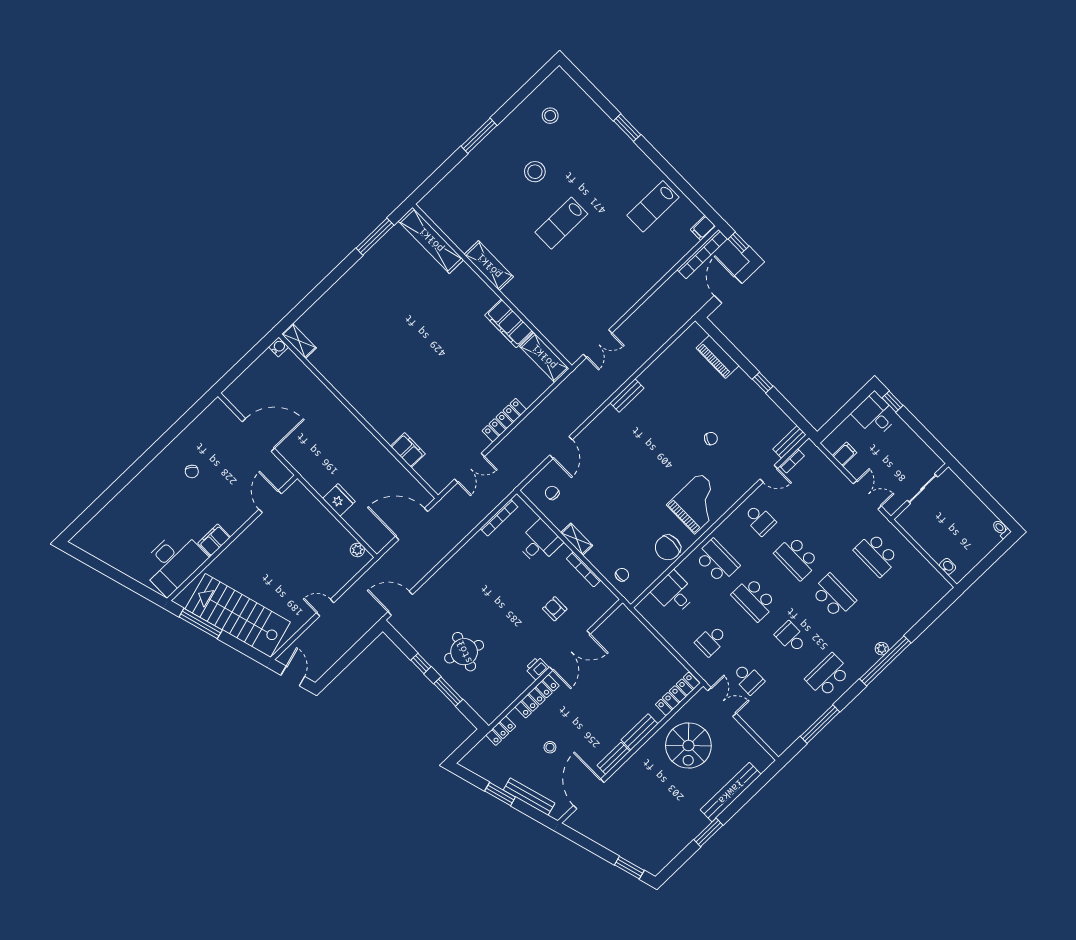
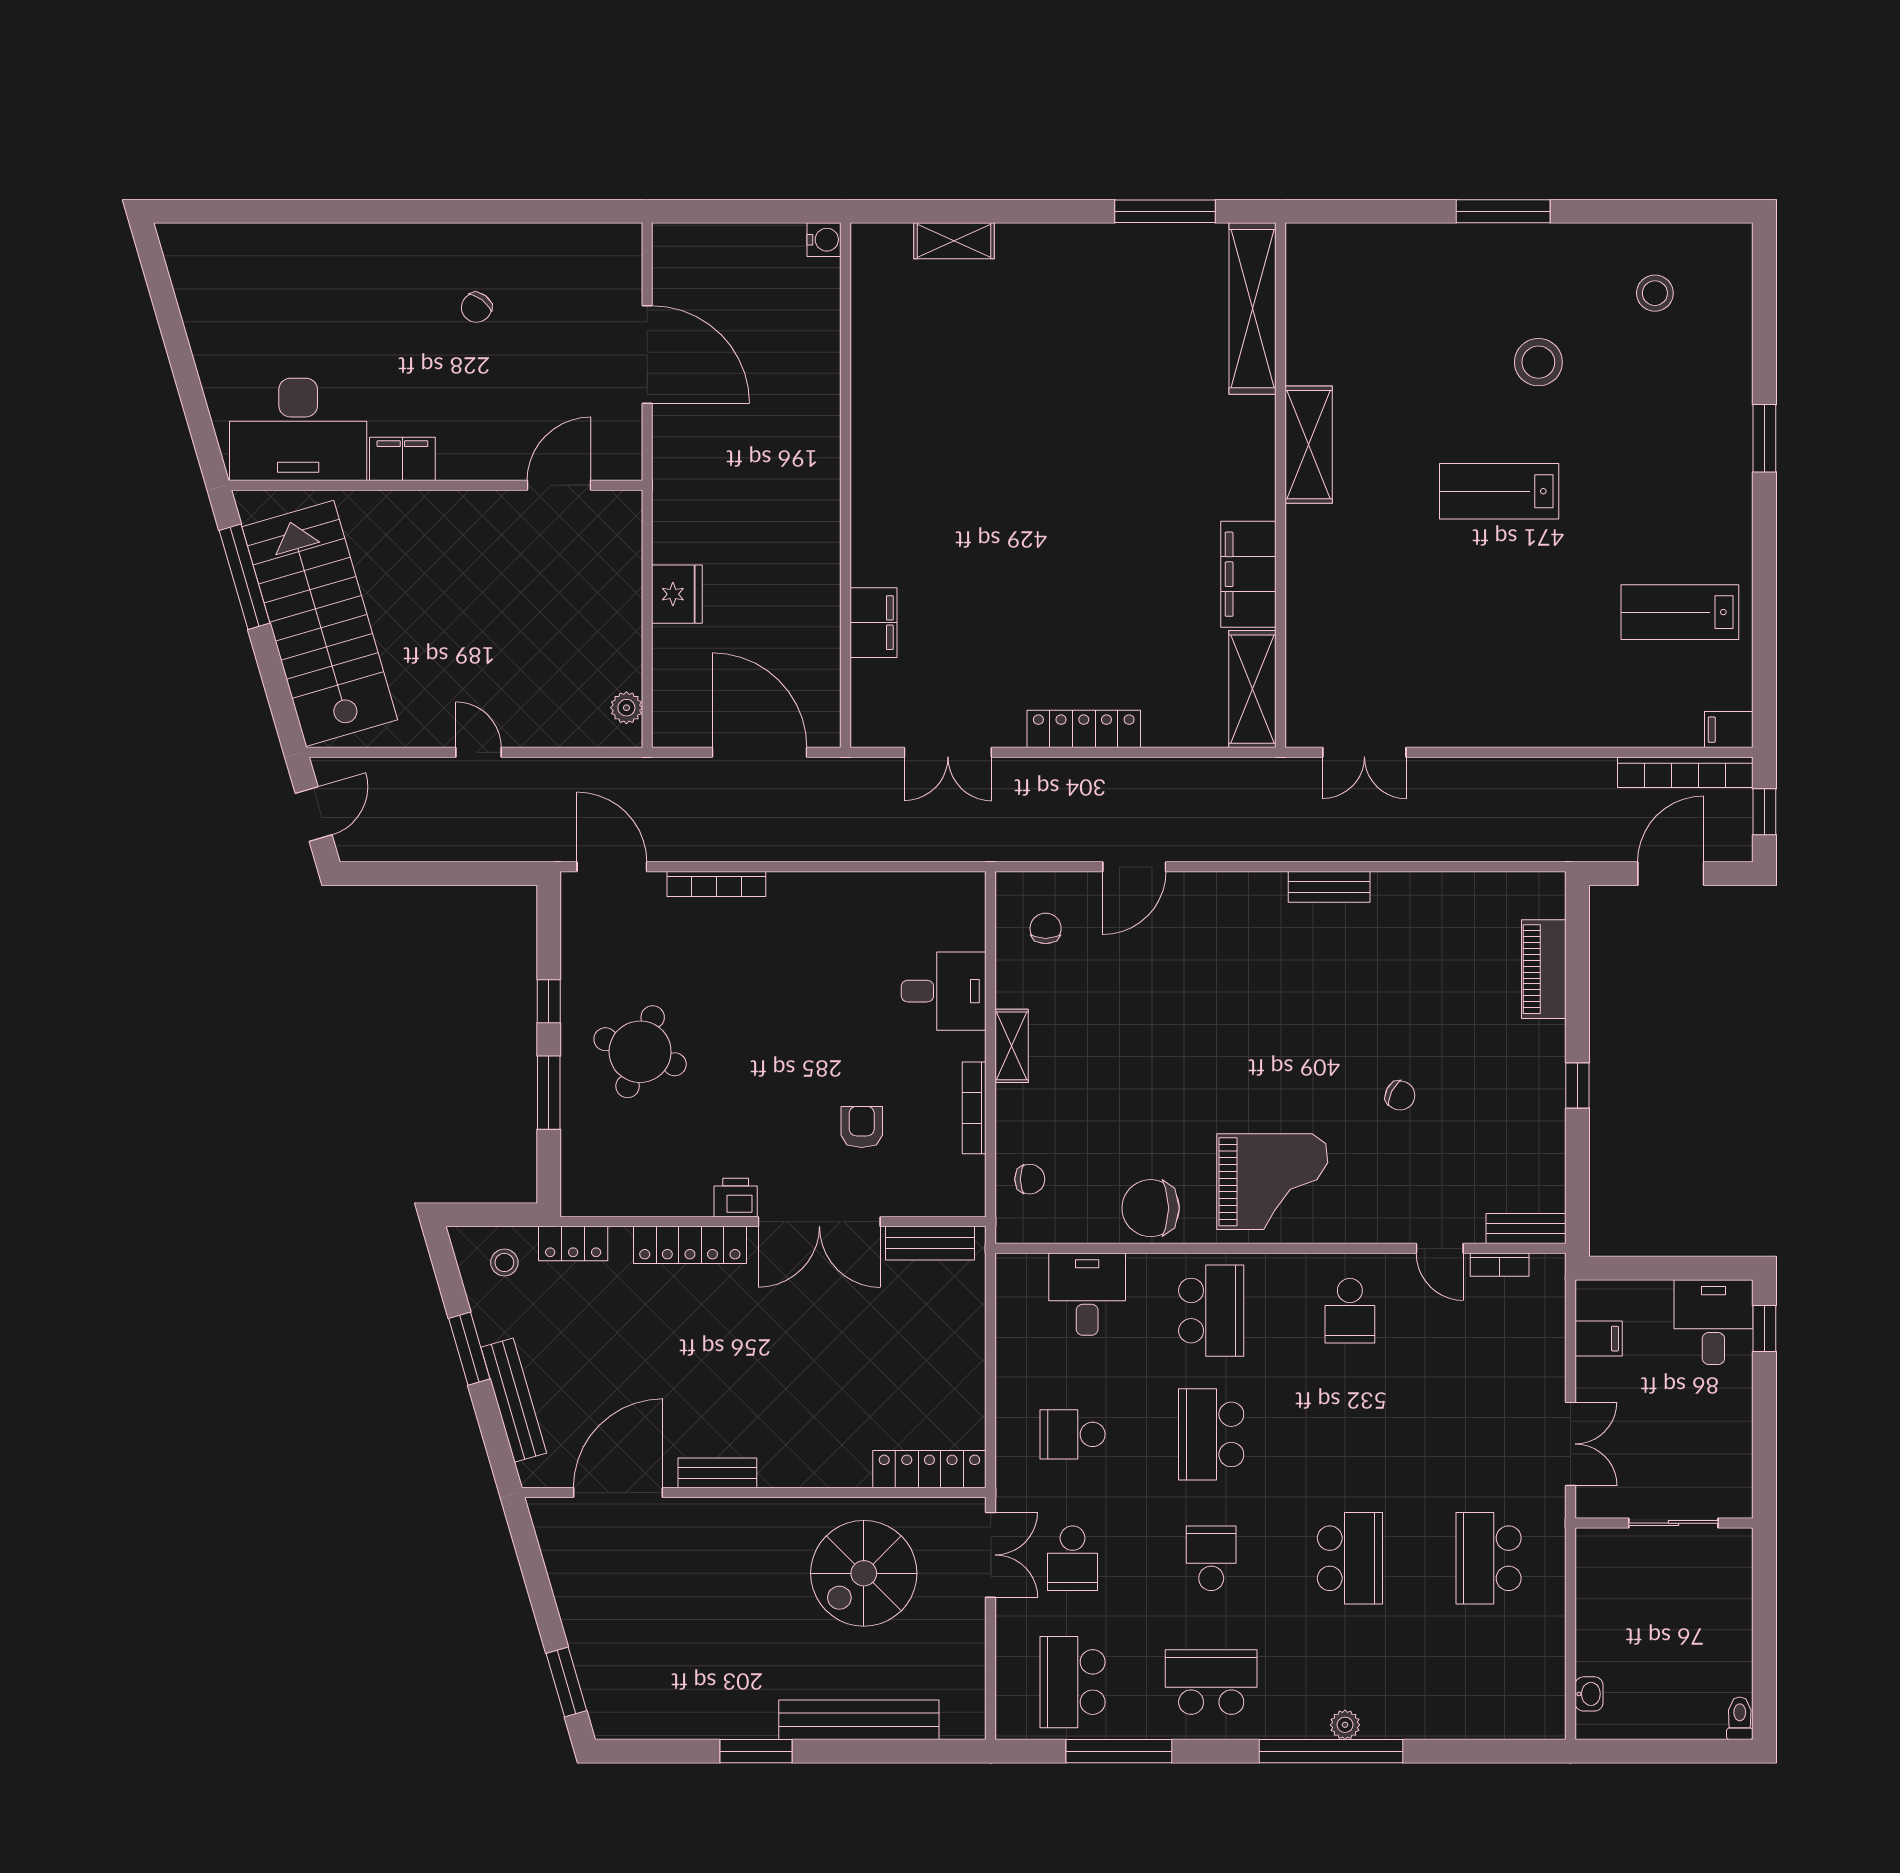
shelving: (299, 341) -> (954, 241), moved, turned 90
bookcase: (499, 518) -> (716, 884), moved
school desk: (797, 558) -> (1073, 1682), moved
bench: (640, 732) -> (930, 1243), moved
stool: (550, 747) -> (504, 1262), moved

